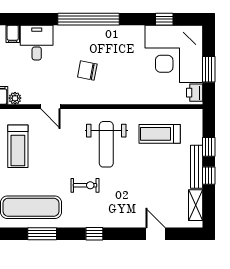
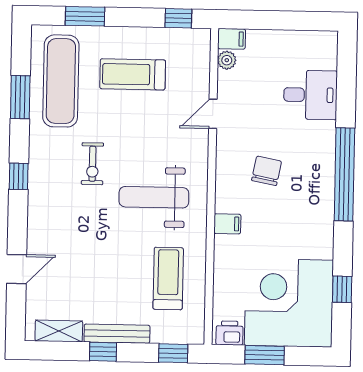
filing cabinet: (13, 34) -> (227, 224), moved, turned 180
treadmill: (18, 146) -> (133, 74), moved
window: (209, 147) -> (173, 353), moved

